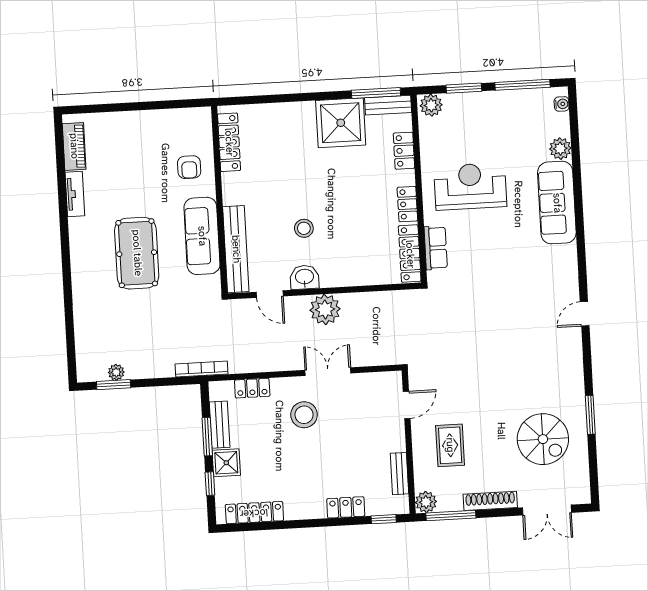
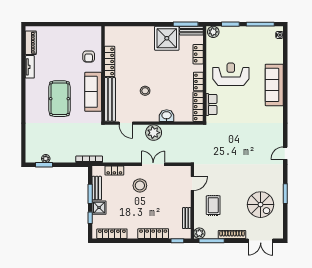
locker: (229, 142) -> (110, 61), moved
plant: (560, 149) -> (278, 58), removed
washbasin: (305, 277) -> (167, 116), moved
door: (585, 314) -> (285, 153), moved
locker: (346, 507) -> (153, 234), width x1.53

